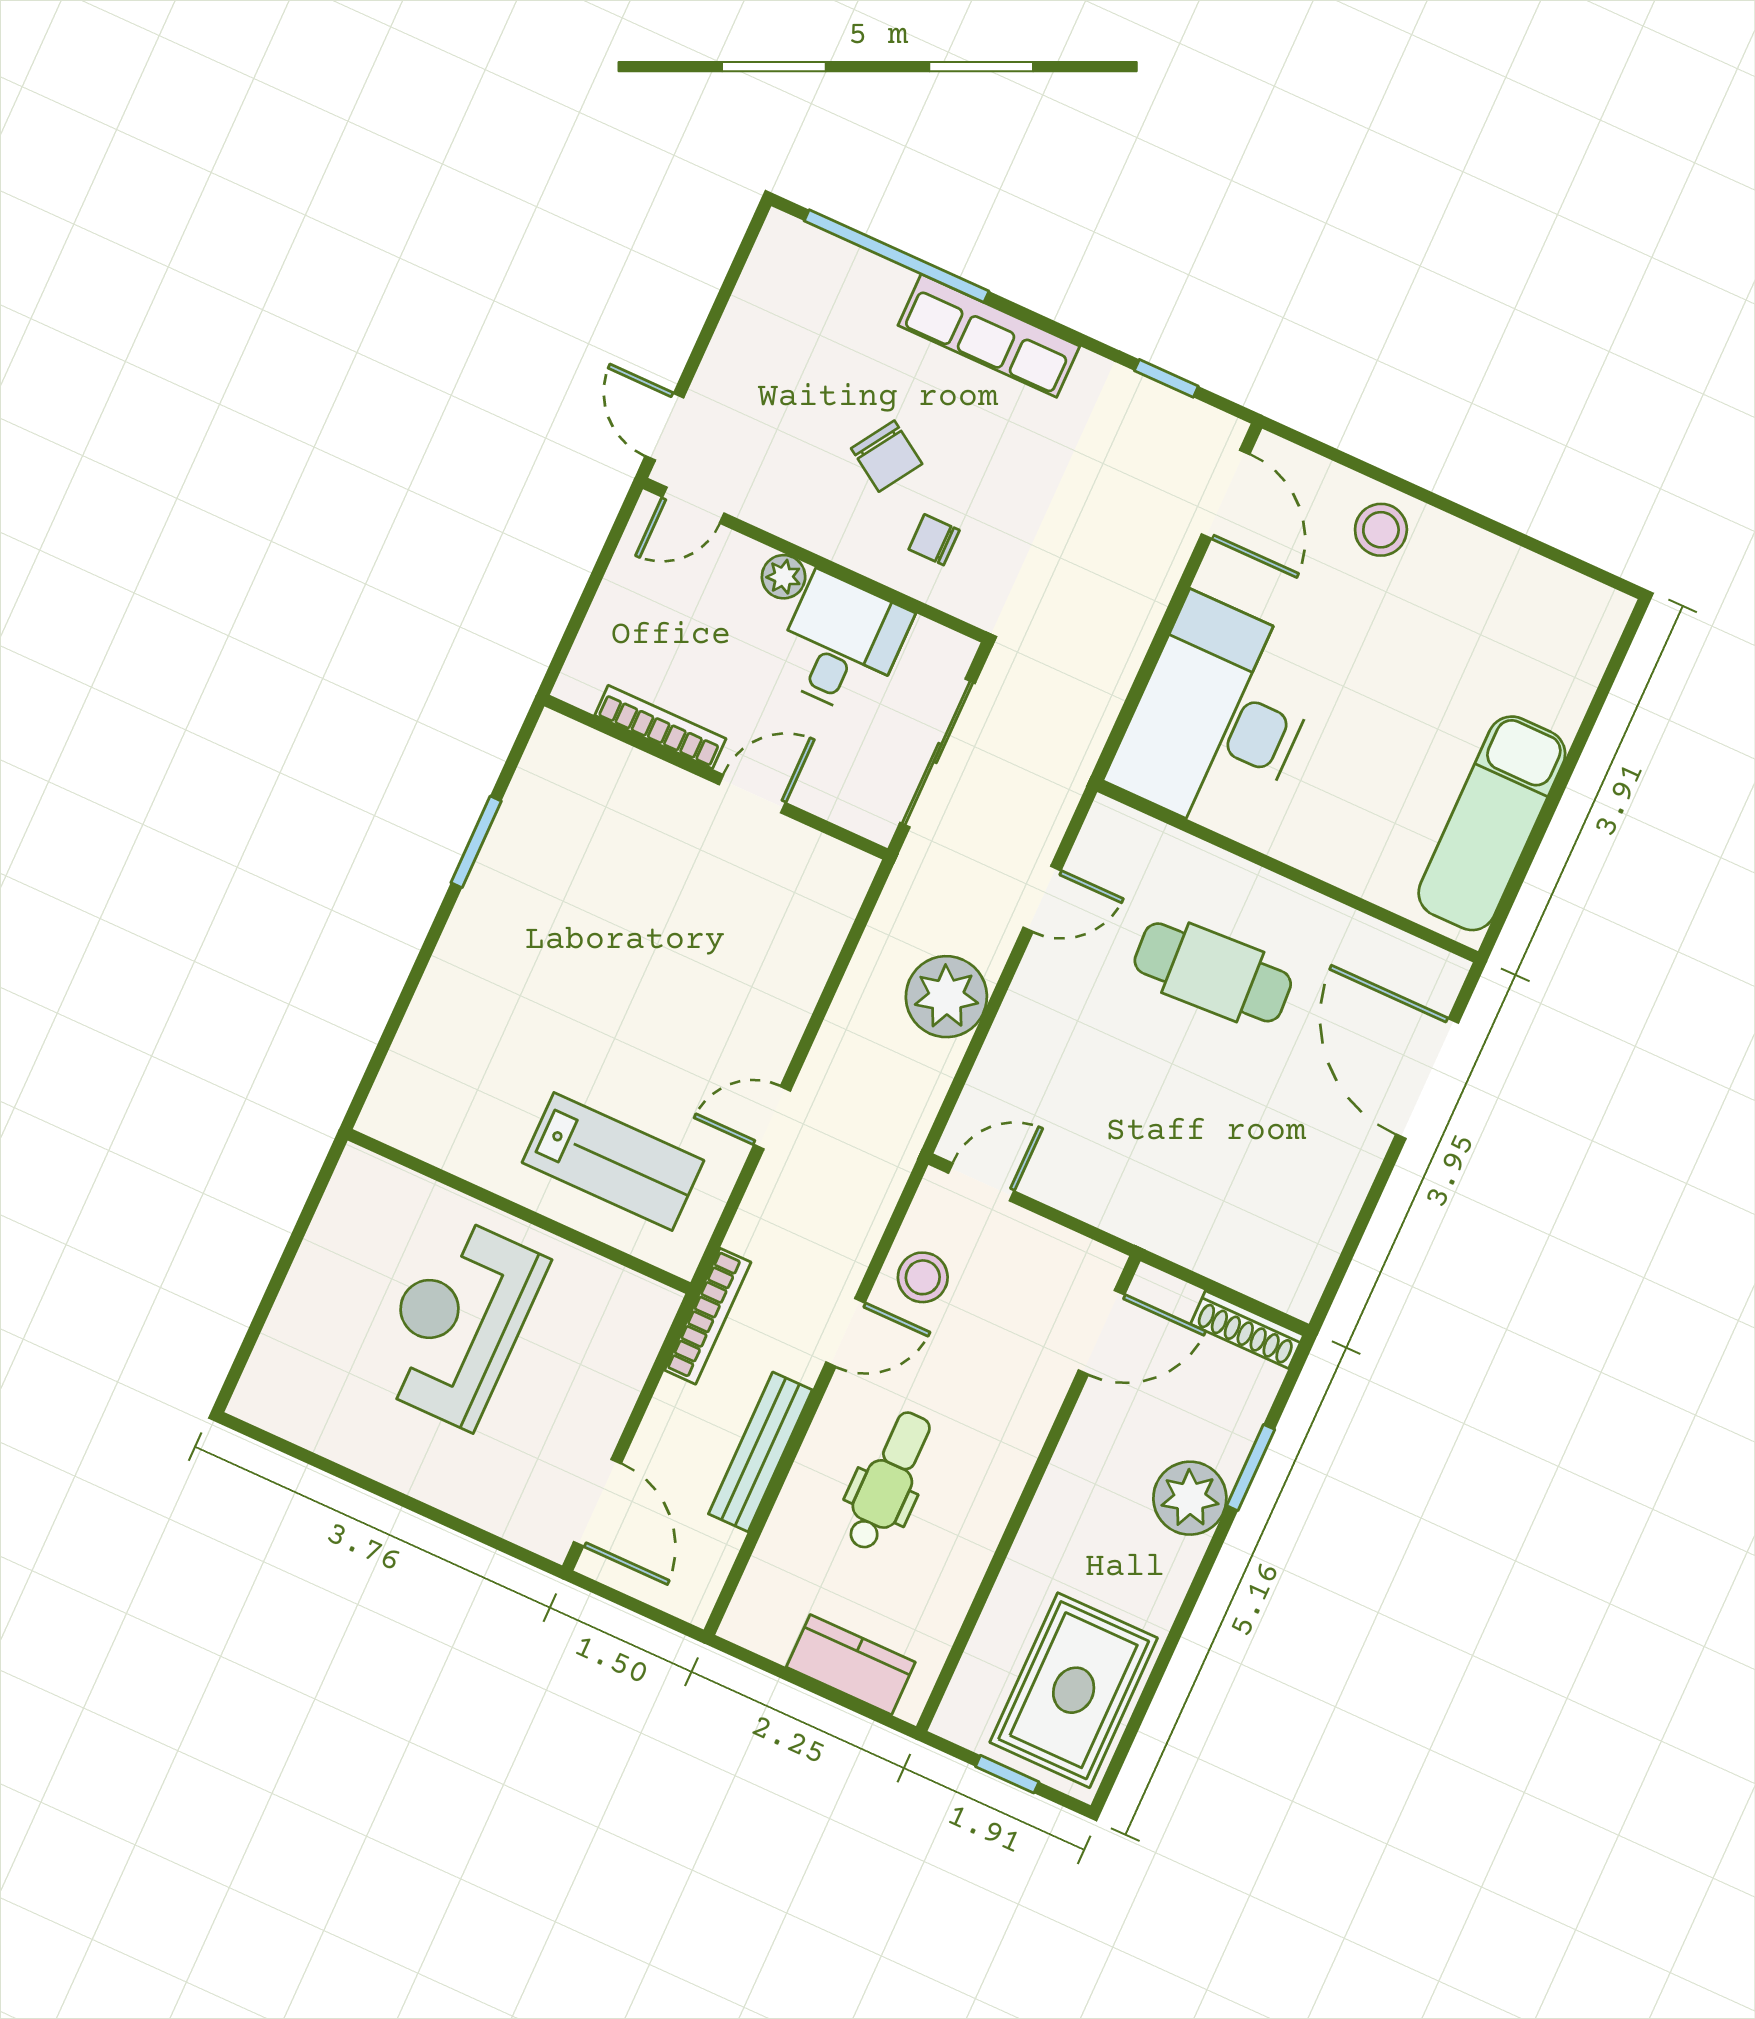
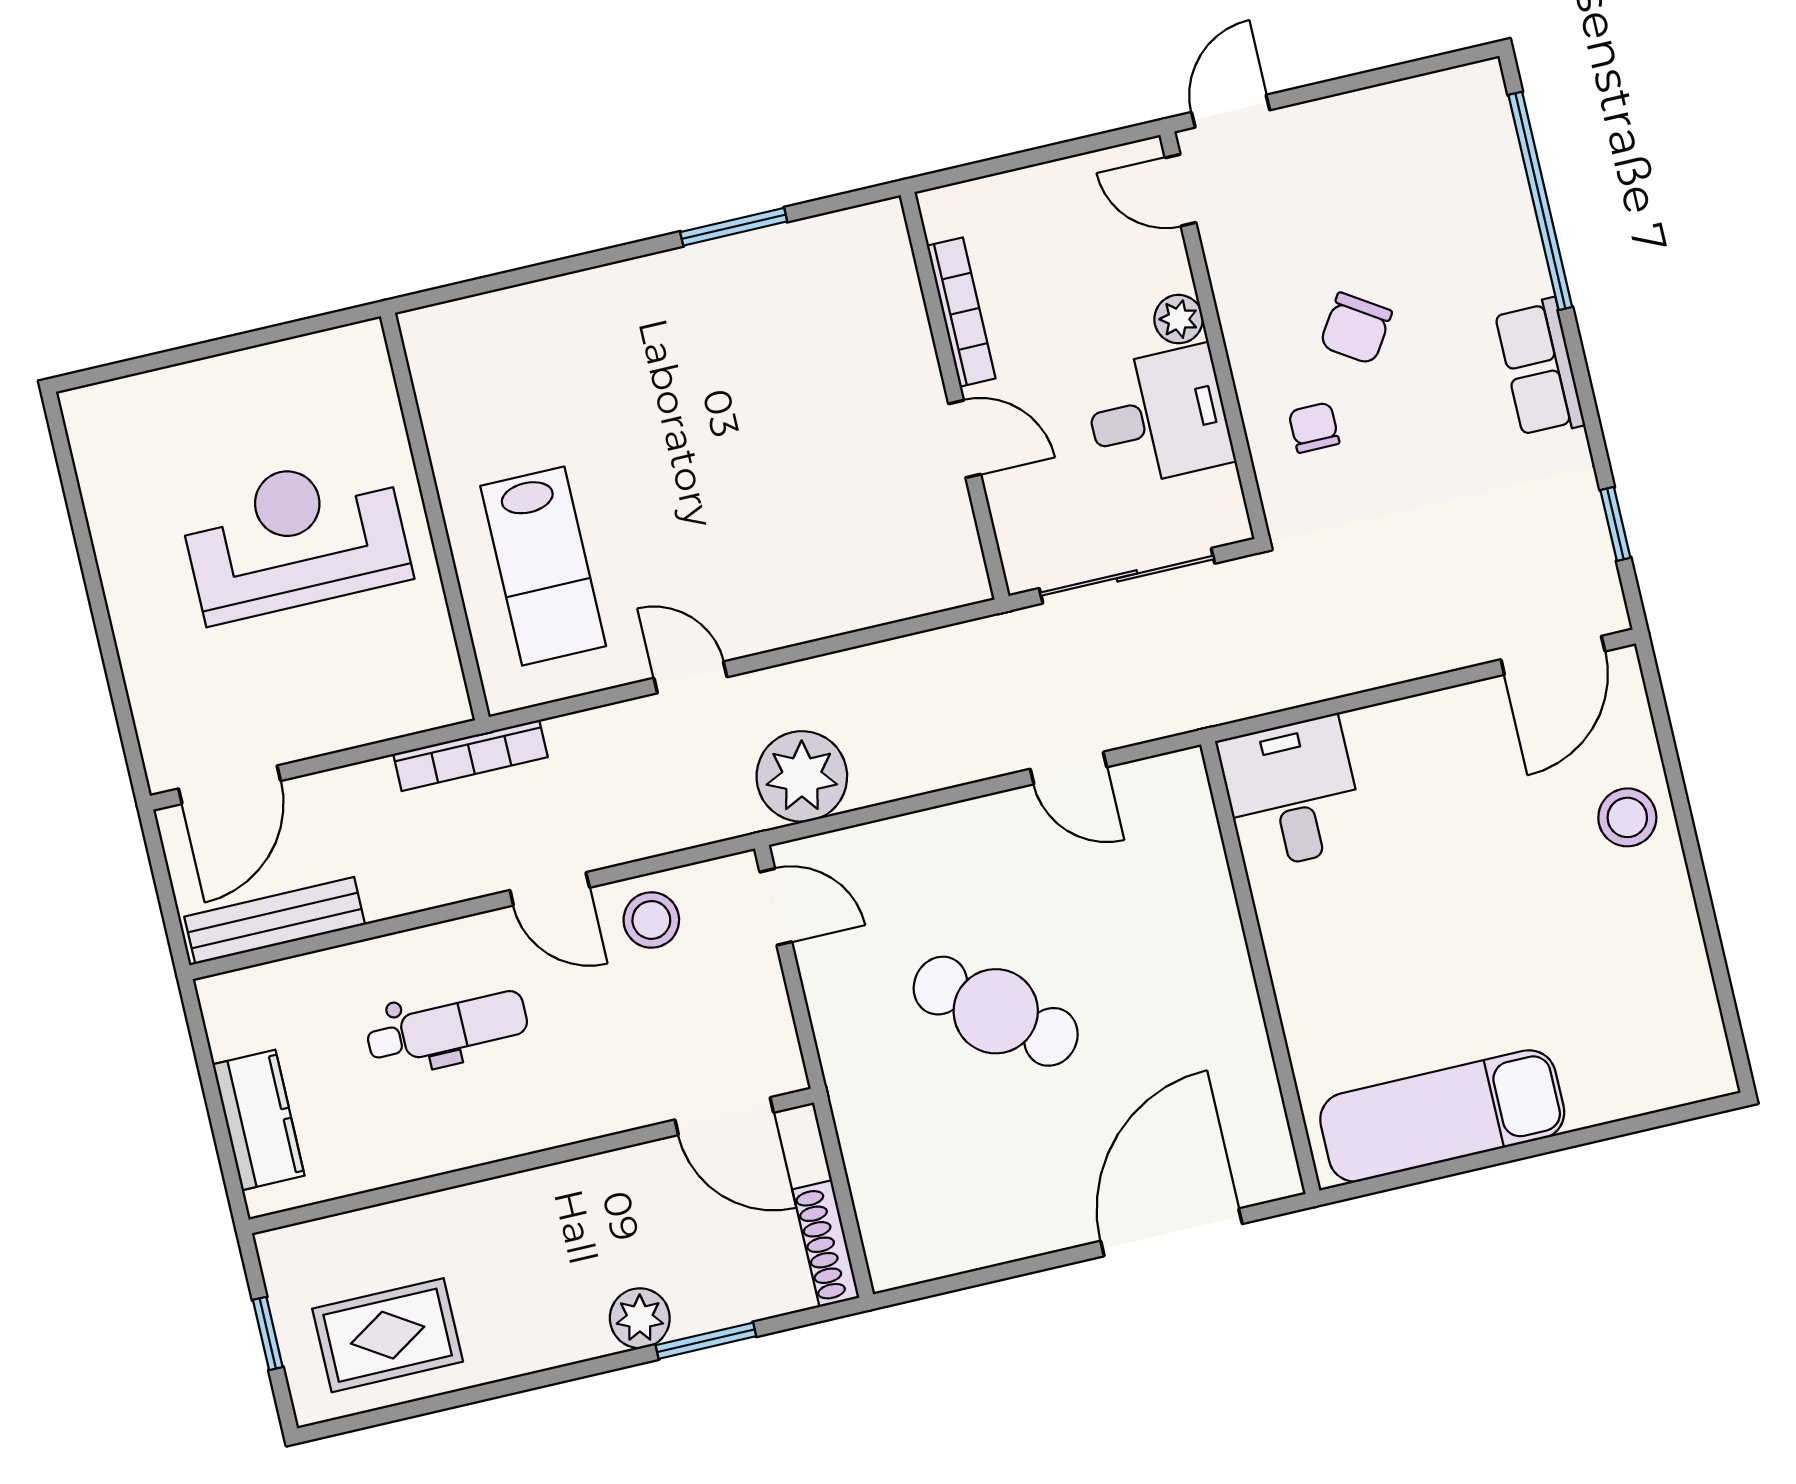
row of seats: (989, 336) -> (1540, 368), width x0.68
desk: (1218, 717) -> (1292, 793), width x0.53, depth x0.77
cafe table: (1213, 972) -> (996, 1011), moved, turned -49
plant: (946, 997) -> (802, 776), moved
bench: (760, 1452) -> (275, 921), moved
plant: (1190, 1498) -> (640, 1318), width x0.73, depth x0.73
rug: (1074, 1690) -> (388, 1335), width x0.73, depth x0.70

